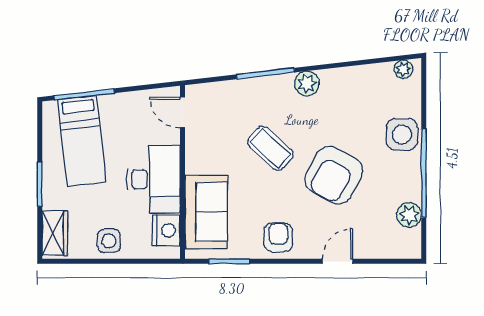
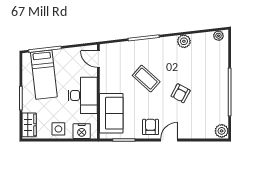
plant: (307, 83) -> (184, 41), moved
side table: (402, 134) -> (218, 71), removed
armchair: (334, 175) -> (181, 93), width x0.53, depth x0.53
plant: (409, 215) -> (222, 131), moved
nightstand: (166, 230) -> (82, 131), moved, turned 90
door: (338, 261) -> (169, 140), moved

